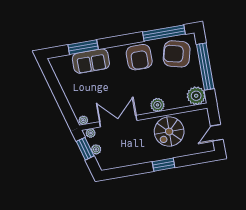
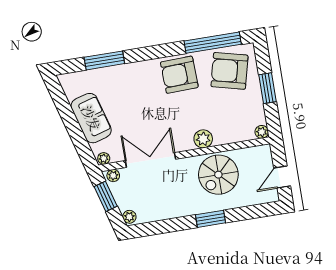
armchair: (139, 57) -> (179, 75), turned 88
sofa: (91, 61) -> (91, 118), moved, turned -106
window: (205, 67) -> (268, 88), width x0.47
plant: (196, 96) -> (262, 132), width x0.53, depth x0.53
plant: (96, 149) -> (129, 217), moved

